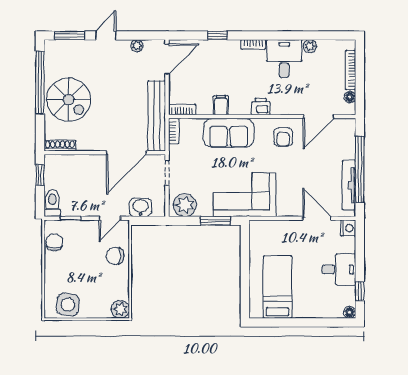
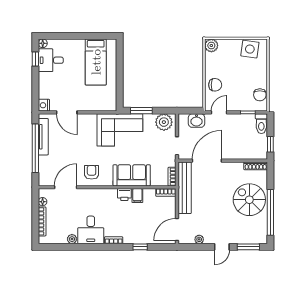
printer: (261, 107) -> (124, 195), moved
desk: (339, 269) -> (51, 60), moved

